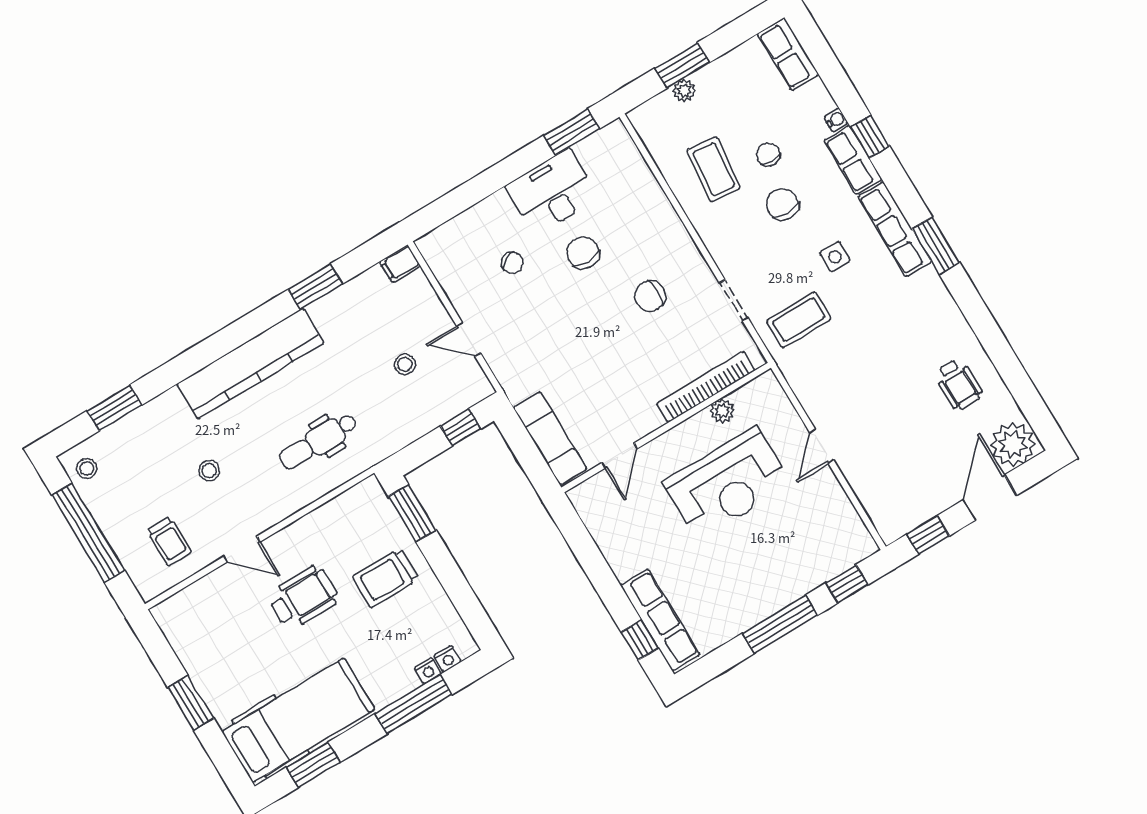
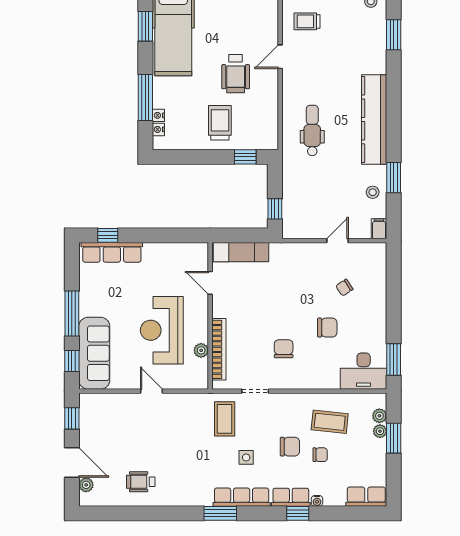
plant: (663, 104) -> (379, 416), added
desk: (552, 192) -> (364, 371), moved, turned 90
door: (469, 340) -> (337, 241), moved
stool: (405, 364) -> (373, 192), moved
plant: (1013, 444) -> (86, 485), width x0.53, depth x0.53
stool: (209, 471) -> (331, 64), removed
window: (412, 513) -> (245, 157), width x0.67
sofa: (817, 559) -> (94, 353), added

